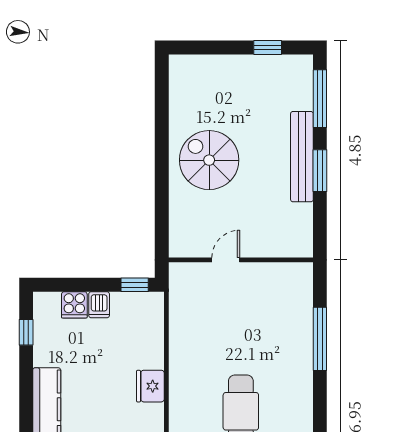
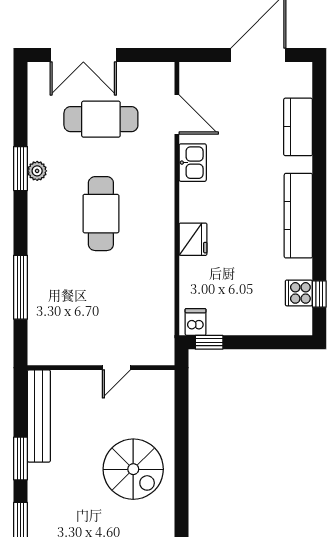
bench: (302, 157) -> (39, 416), moved
cooker: (74, 305) -> (299, 293), moved, turned -90
dishwasher: (99, 305) -> (196, 322), moved

